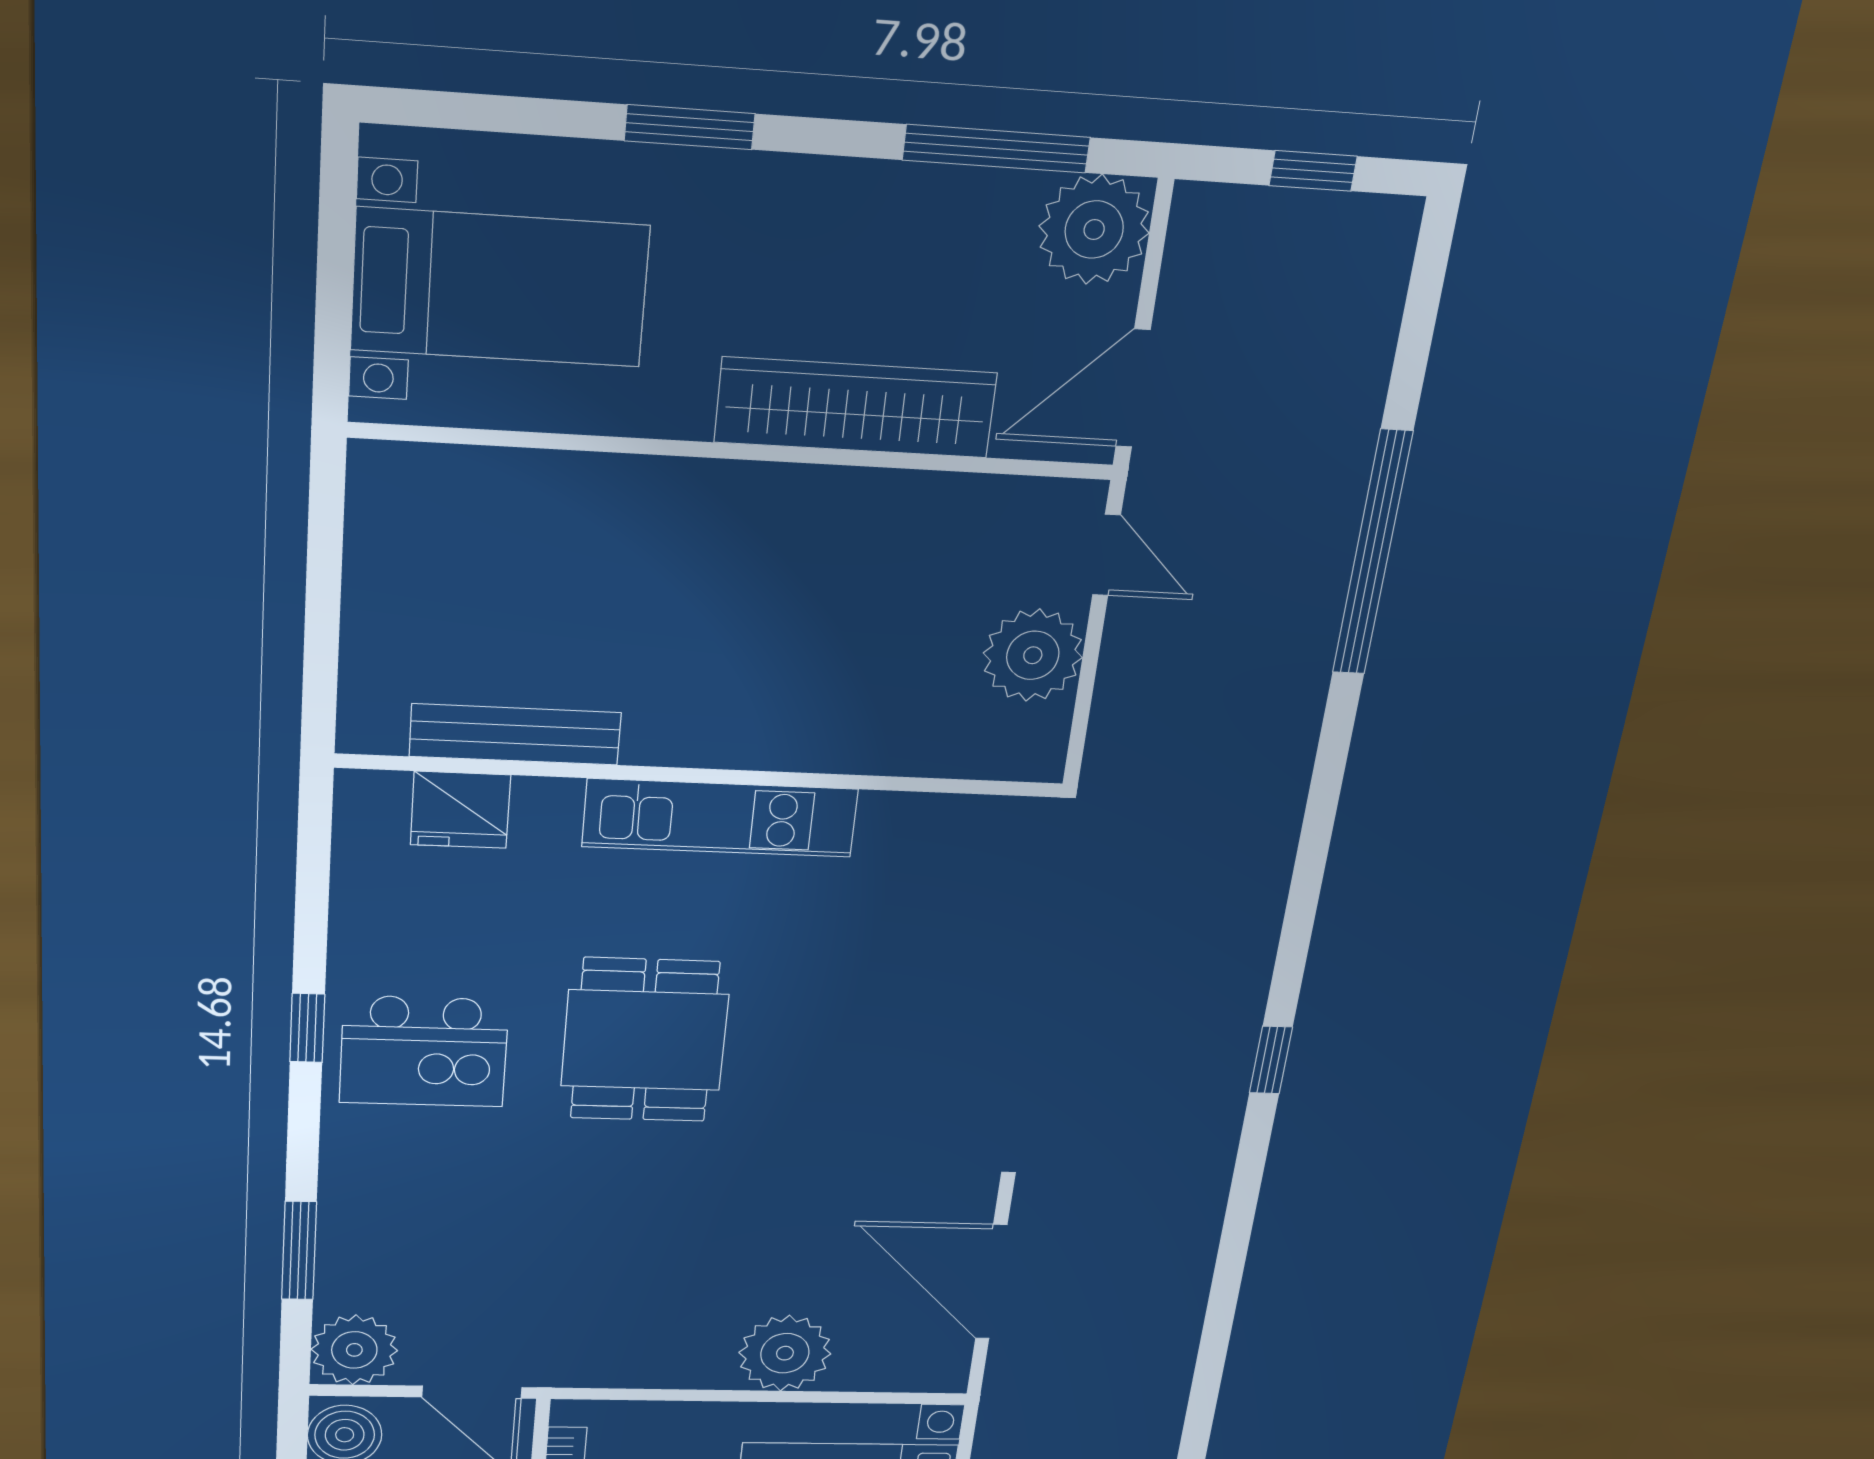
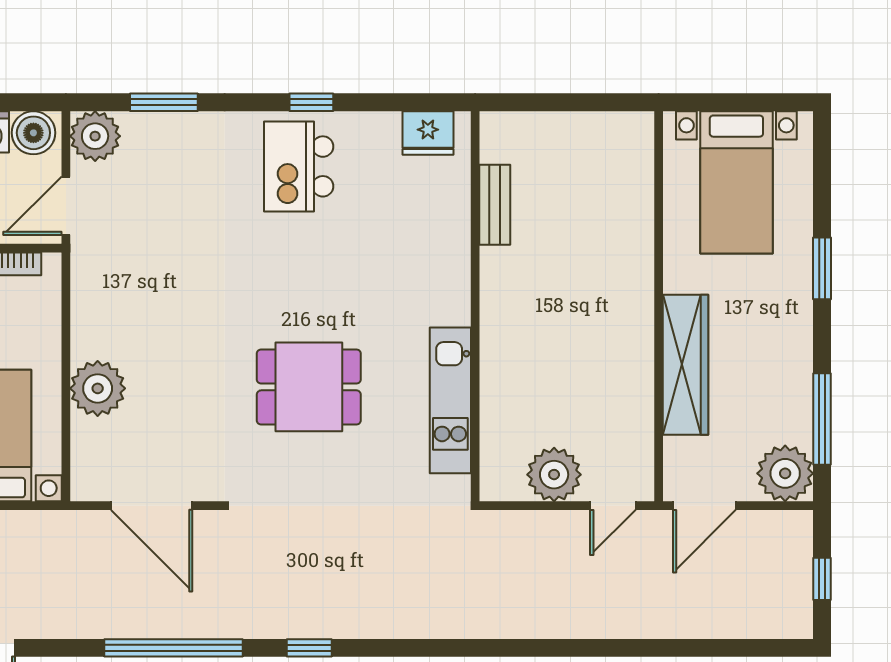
door: (1133, 388) -> (704, 506), swing flipped
window: (1372, 553) -> (173, 648), moved
bench: (515, 734) -> (495, 205), width x0.73
fridge: (460, 810) -> (428, 133), moved, turned -90
kitchen unit: (720, 818) -> (450, 400), moved
dining table: (645, 1040) -> (309, 387), moved
door: (991, 1282) -> (152, 506), swing flipped

